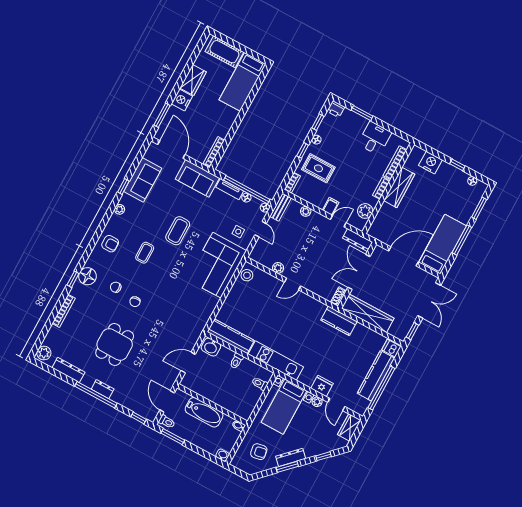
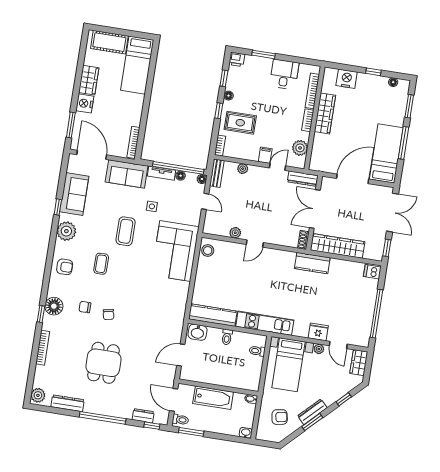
plant: (120, 209) -> (66, 231), width x1.87, depth x1.87
side table: (238, 232) -> (152, 206), moved
kitchen counter: (376, 376) -> (367, 304), removed
dresser: (103, 389) -> (143, 416), moved

